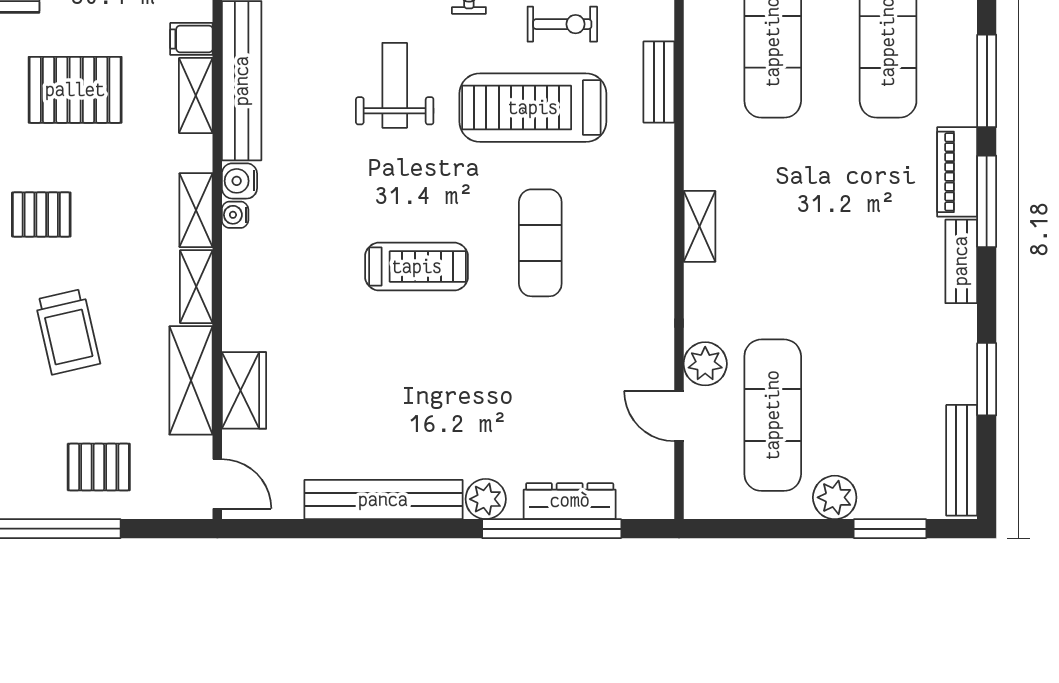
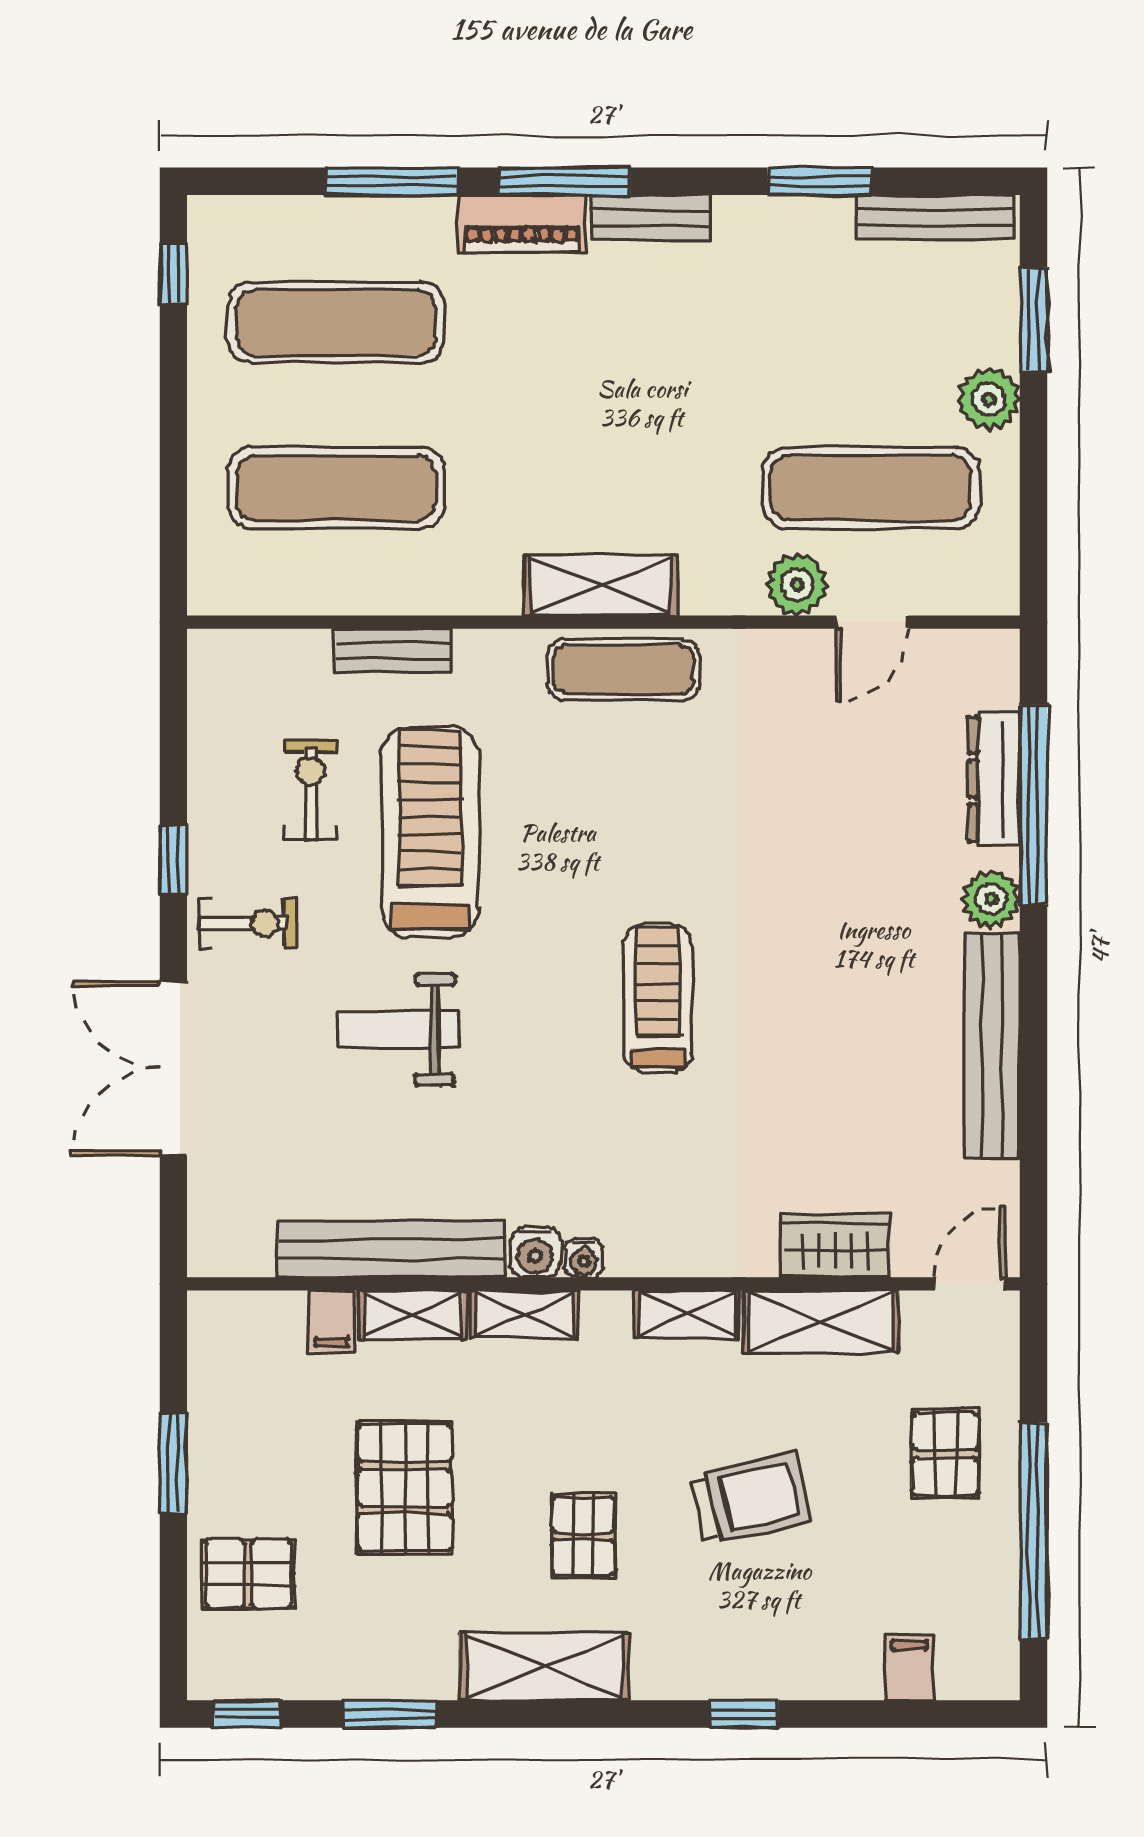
treadmill: (533, 108) -> (430, 832), turned 180
shelving: (196, 210) -> (524, 1314), moved
shelving: (699, 226) -> (600, 585), width x1.50, depth x1.33
exercise mat: (540, 243) -> (623, 669), moved

